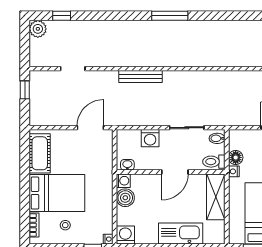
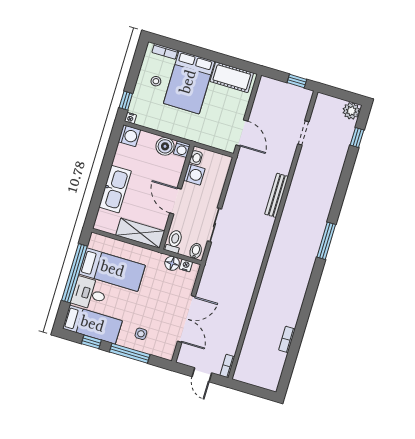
washing machine: (150, 138) -> (194, 174), moved, turned 180
nightstand: (234, 171) -> (186, 265), moved

